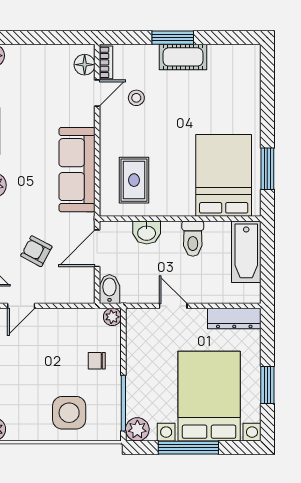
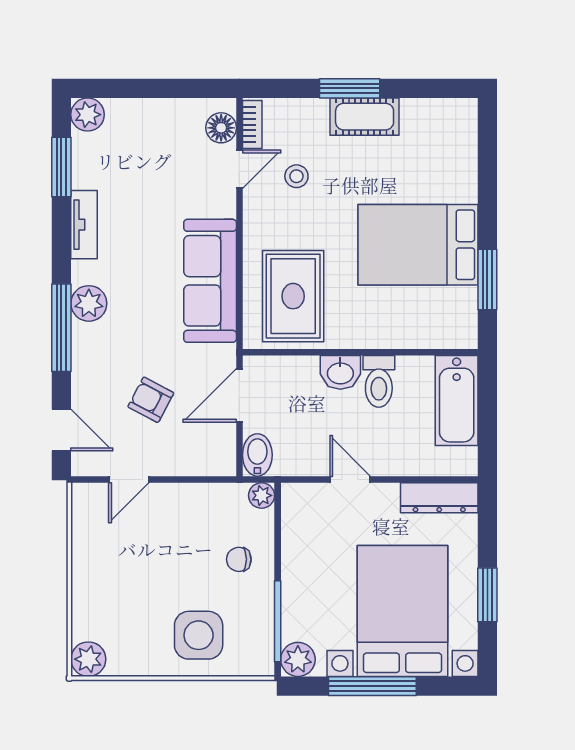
bed: (224, 175) -> (418, 245), moved, turned -90
rug: (134, 180) -> (293, 296), width x1.36, depth x1.43
washbasin: (147, 232) -> (340, 372), moved

